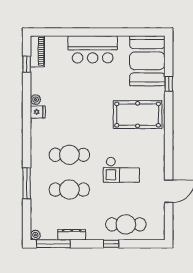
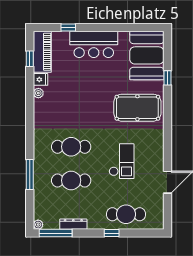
window: (66, 32) -> (68, 28), added
piano: (37, 51) -> (42, 52), width x1.37, depth x1.33
fridge: (38, 112) -> (40, 79), moved
checkout: (121, 170) -> (122, 161), turned -90

